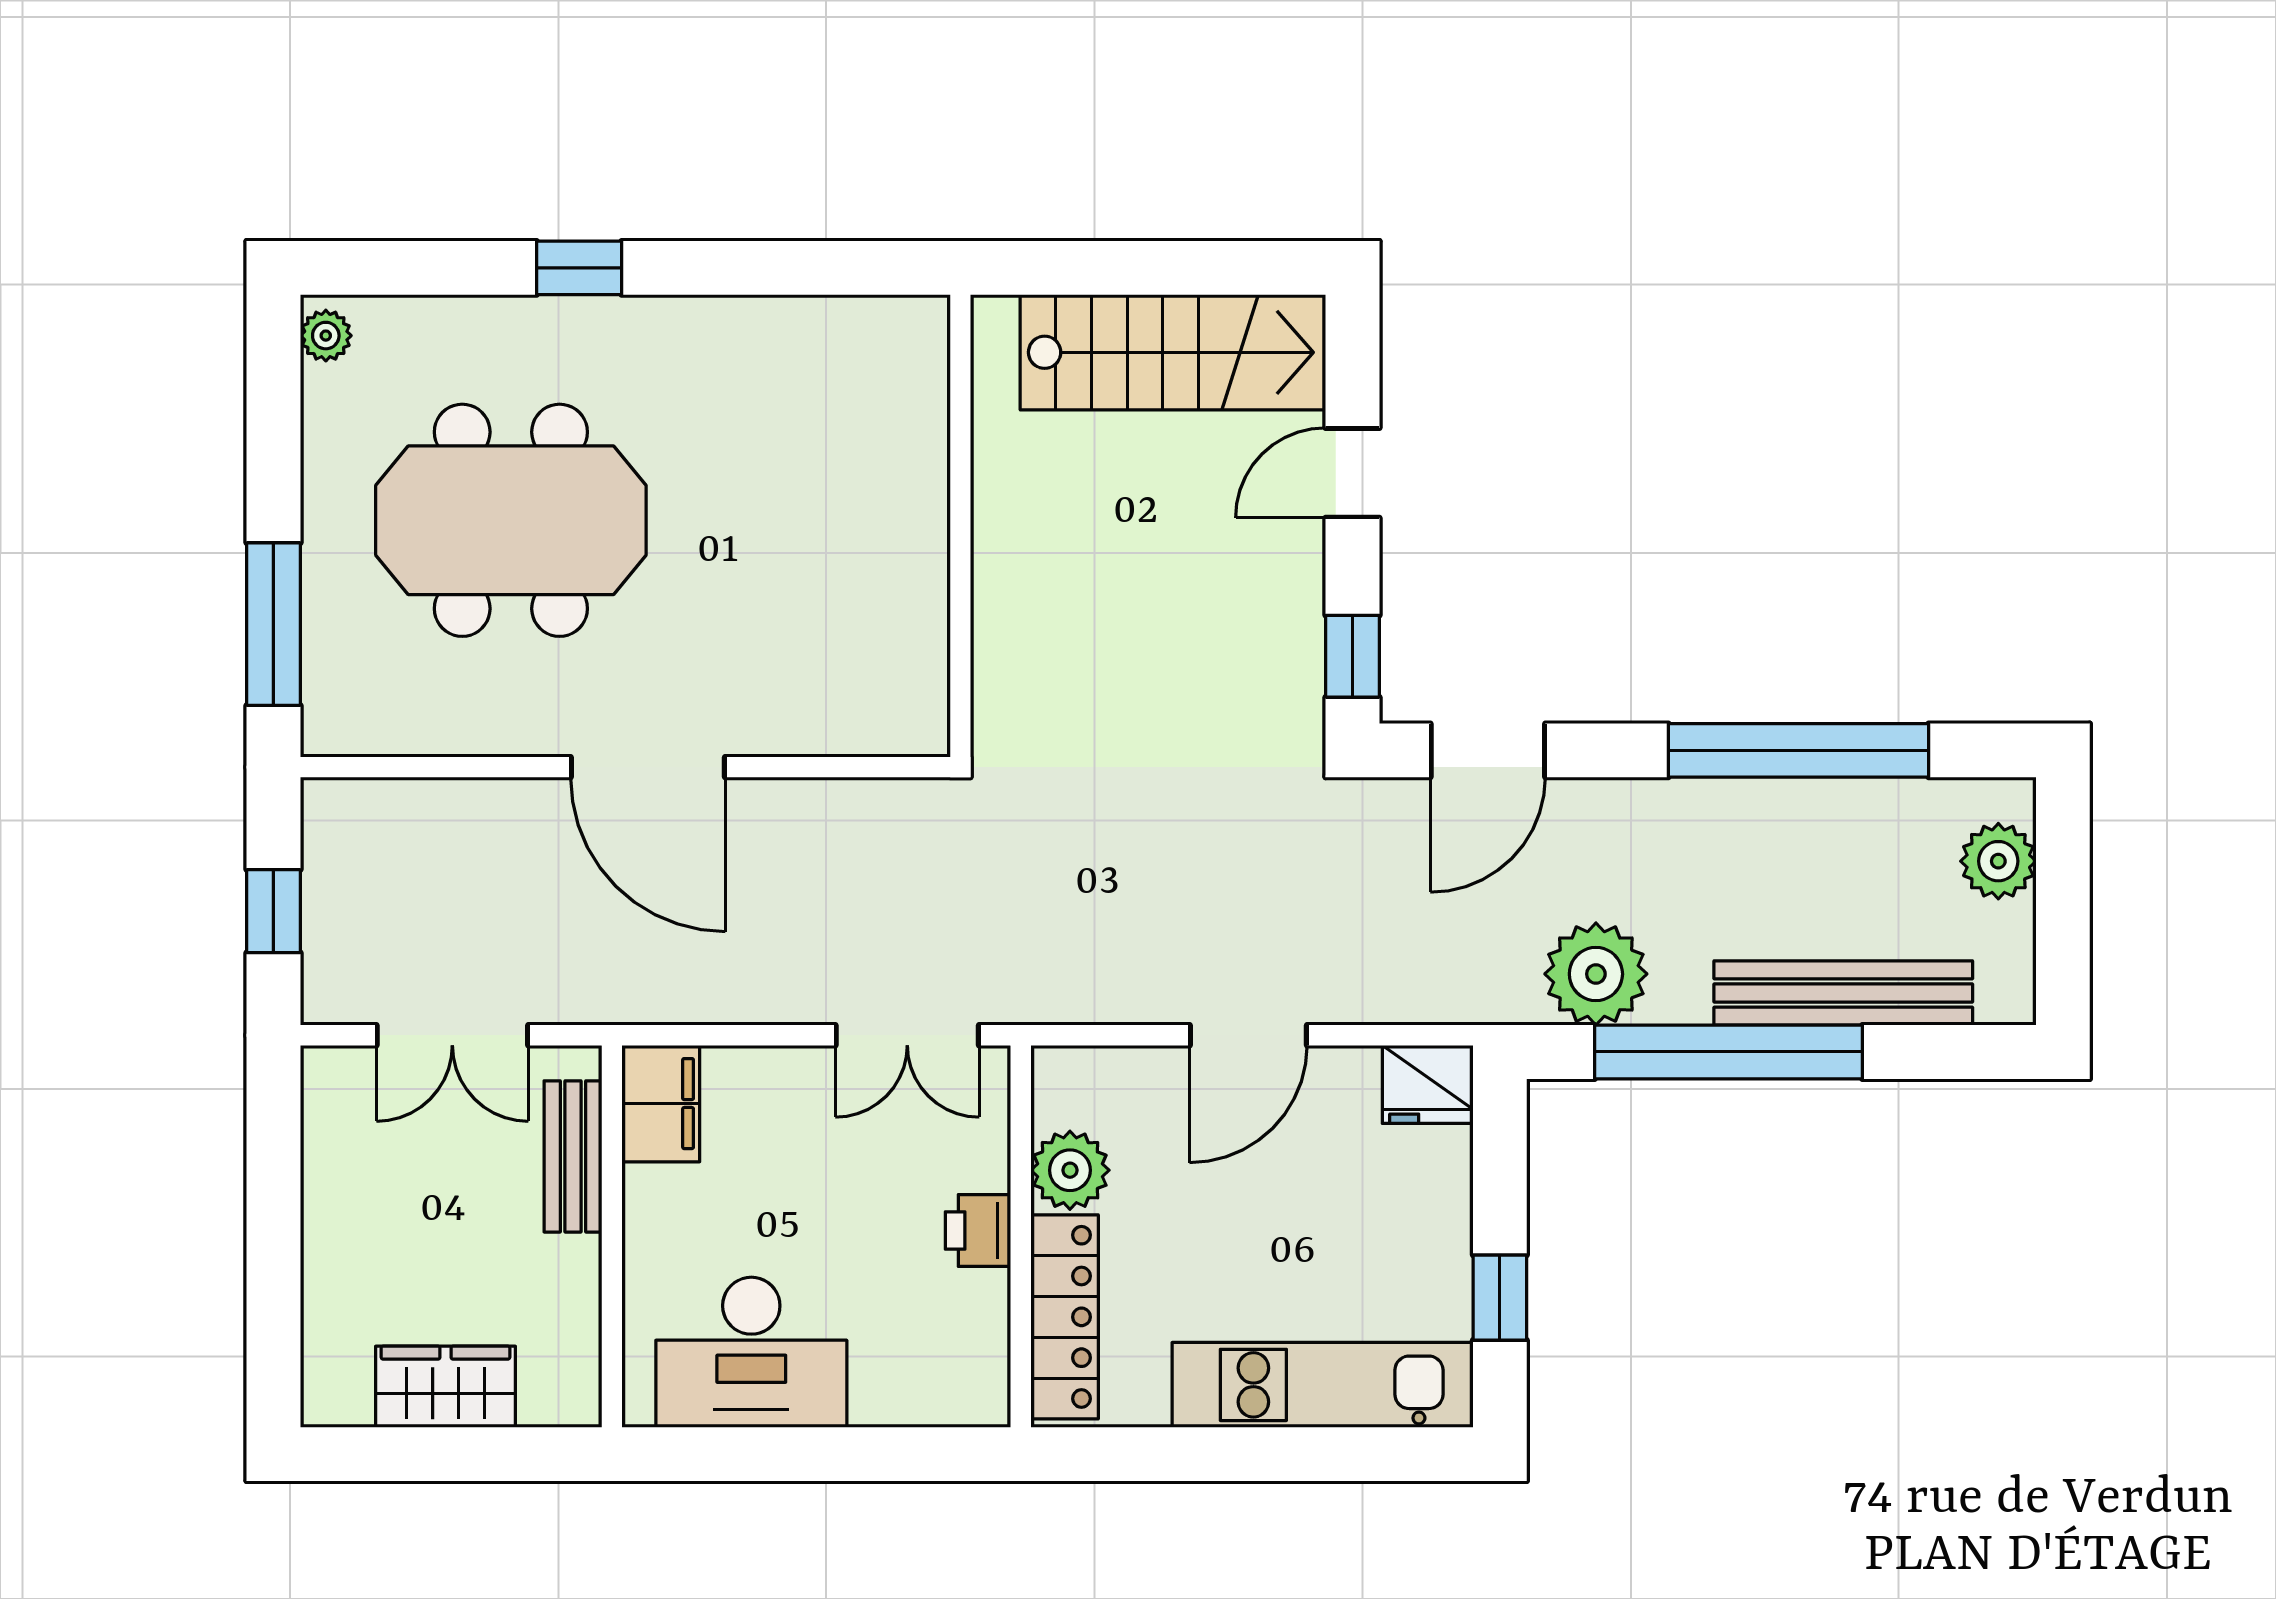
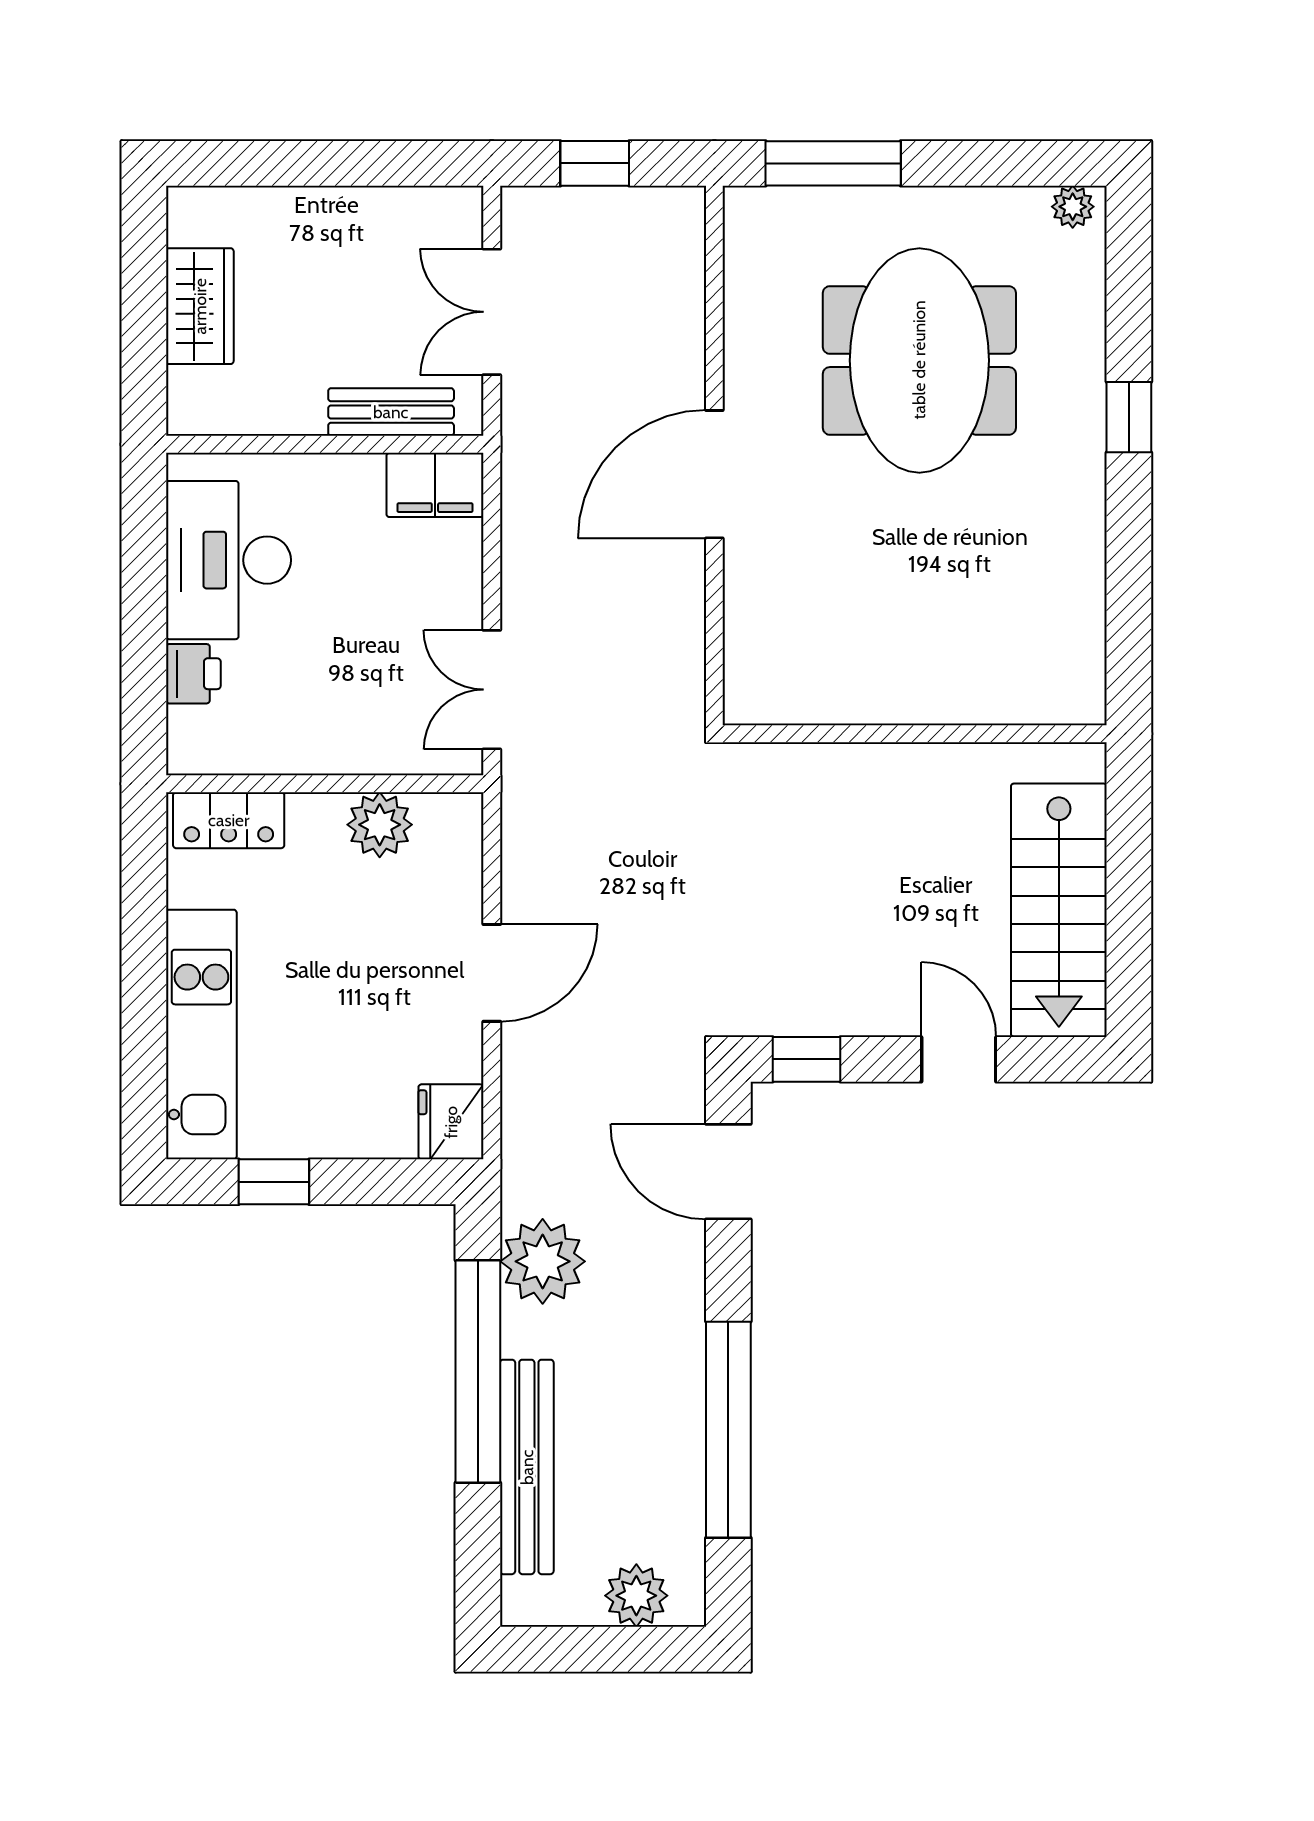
door: (1248, 1035) -> (492, 973), swing flipped
printer: (978, 1230) -> (193, 674), moved, turned 90
locker: (1065, 1317) -> (229, 820), width x0.66

